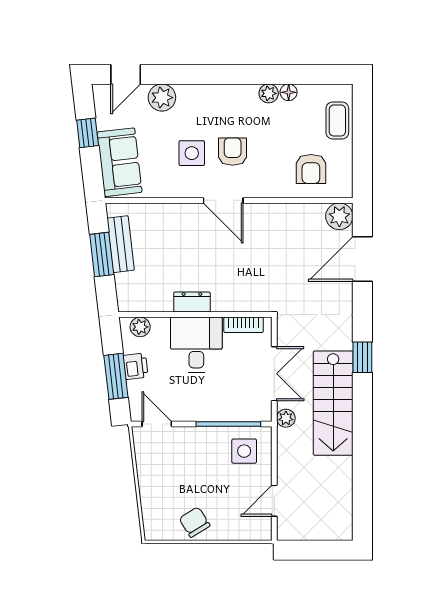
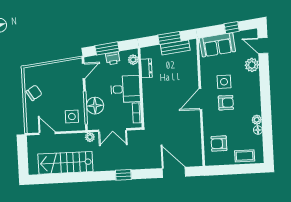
plant: (339, 216) -> (195, 159), removed
dresser: (192, 302) -> (146, 68), moved
stairs: (333, 403) -> (65, 163), moved
floor lamp: (225, 405) -> (95, 106), added

